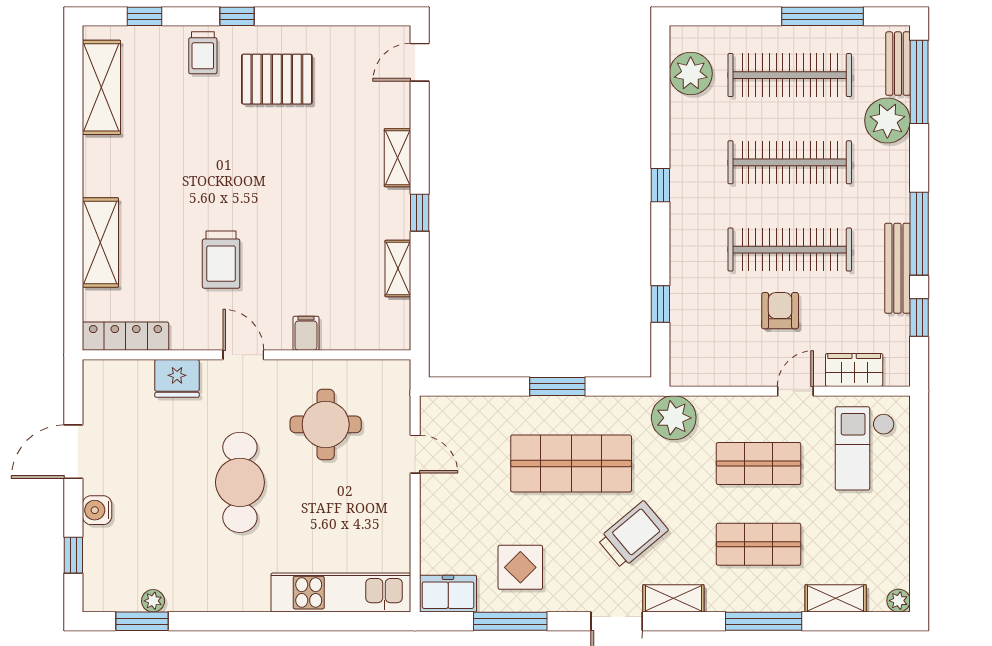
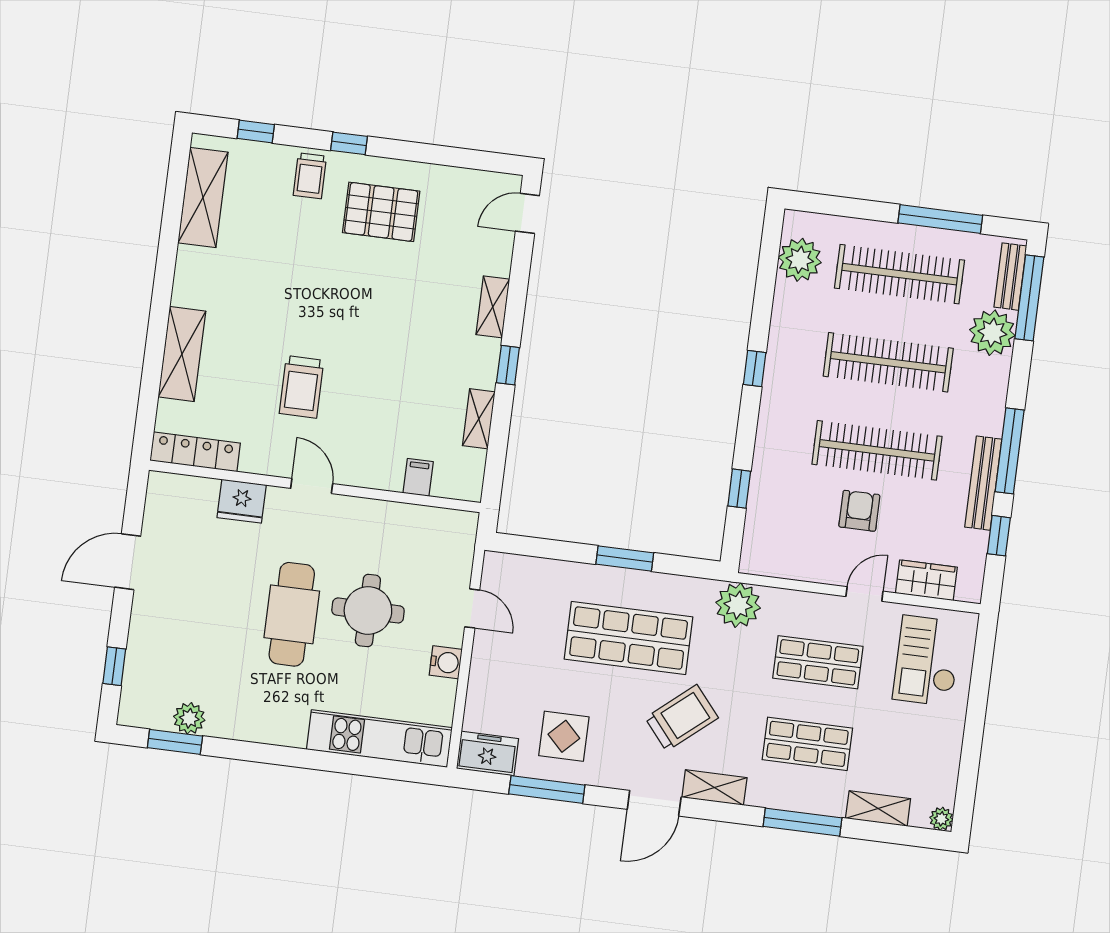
filing cabinet: (306, 333) -> (418, 477), moved
round table: (326, 424) -> (368, 610), moved
water cooler: (97, 510) -> (446, 662), moved, turned 180
plant: (153, 601) -> (189, 718), width x1.38, depth x1.38

